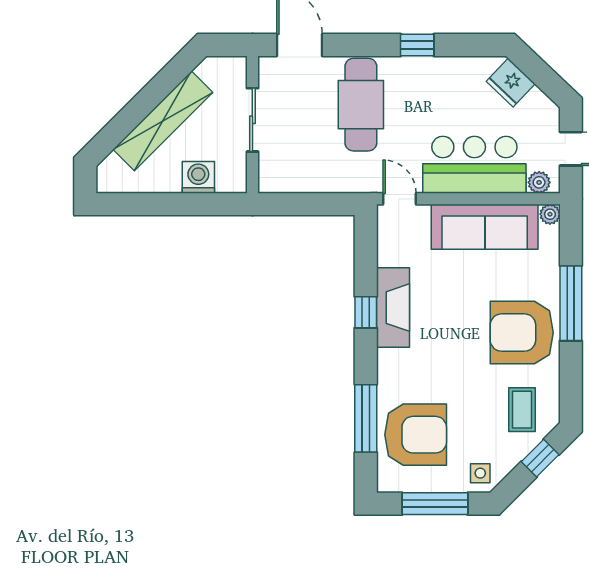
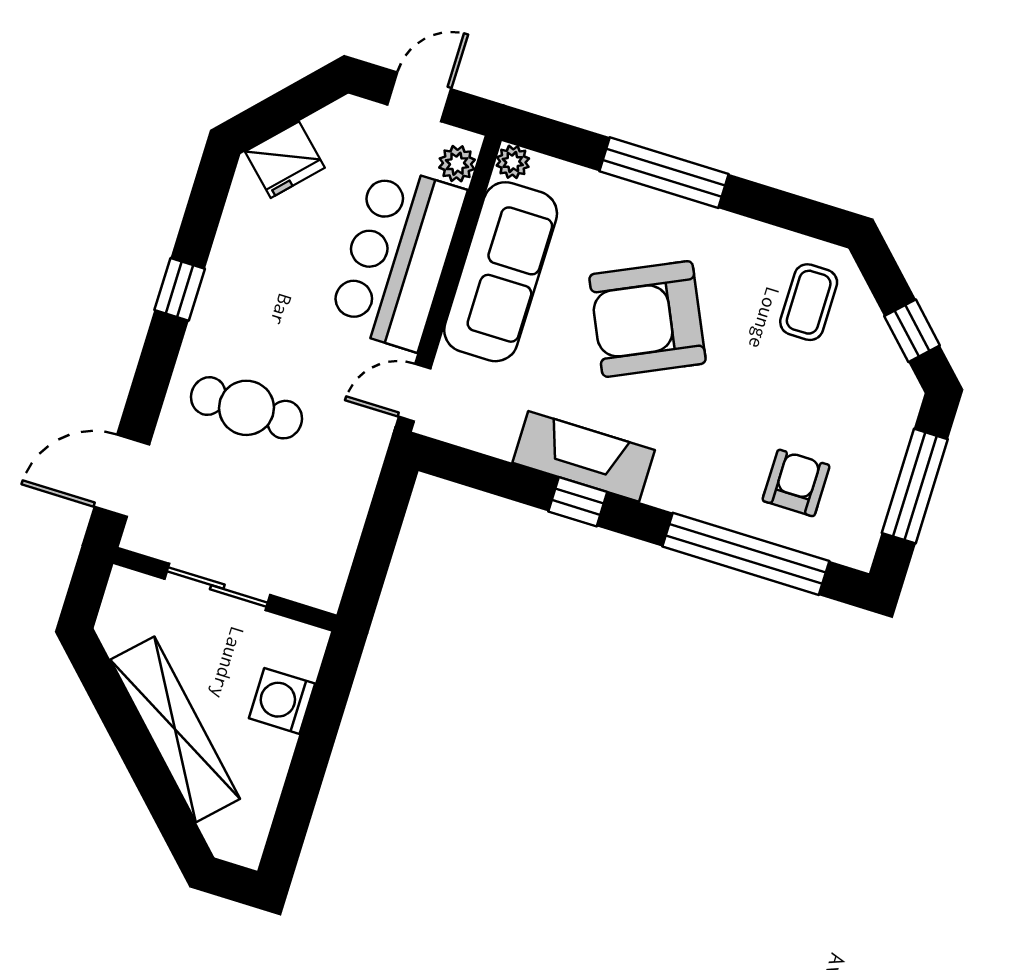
cafe table: (361, 105) -> (246, 408), width x0.73, depth x0.74
armchair: (522, 333) -> (647, 319), moved, turned 65
coffee table: (522, 410) -> (809, 302), turned 90
window: (366, 418) -> (746, 554), width x1.46
armchair: (416, 435) -> (796, 483), width x0.53, depth x0.53
window: (540, 458) -> (912, 331), moved
side table: (480, 473) -> (889, 399), removed

